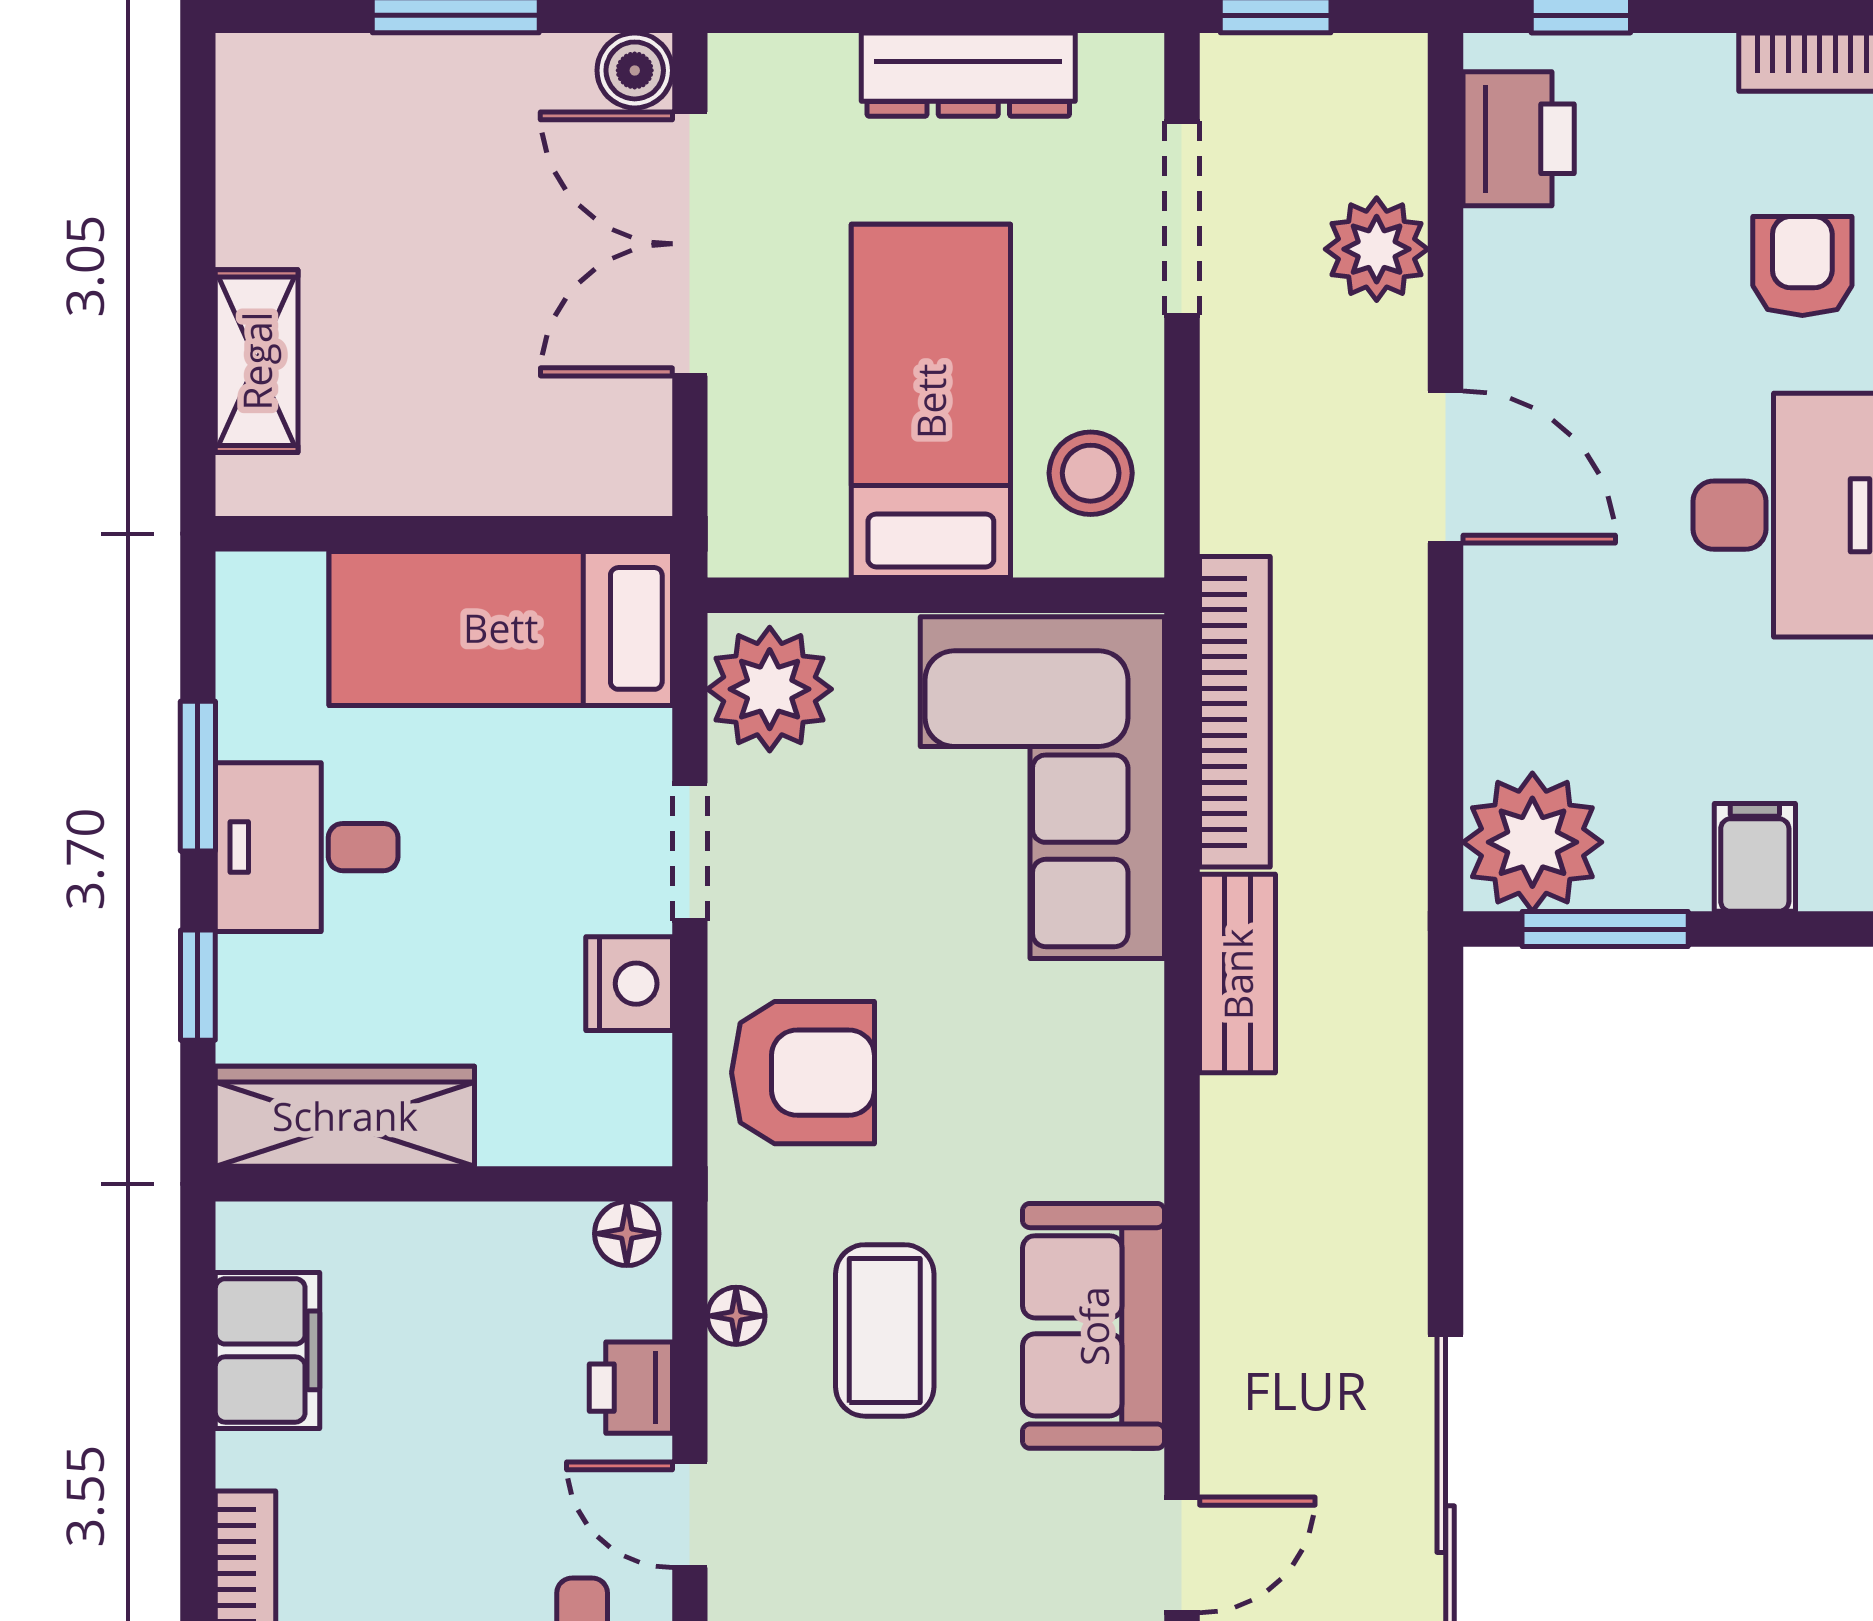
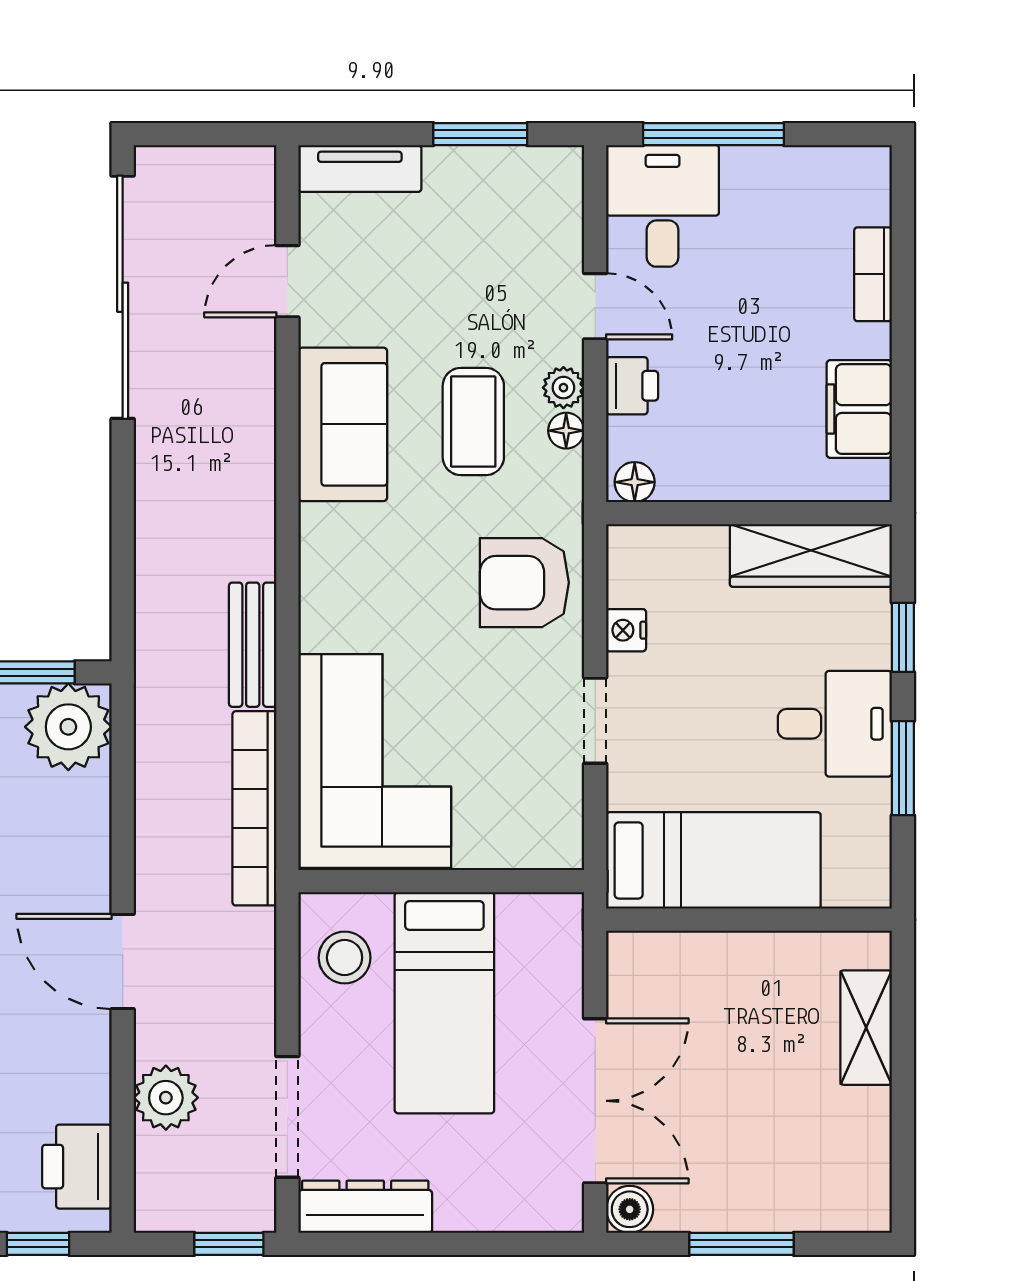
dresser: (968, 75) -> (365, 1207), moved
plant: (770, 689) -> (563, 388), moved, width x0.53, depth x0.53
nightstand: (629, 984) -> (626, 630), width x0.72, depth x0.74

